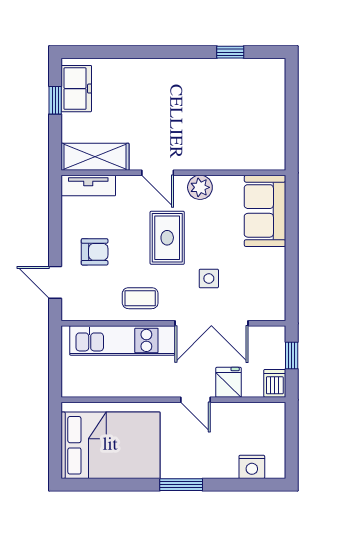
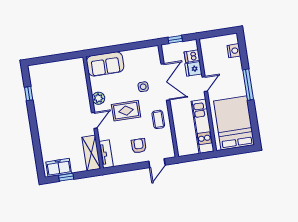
kitchen unit: (122, 340) -> (202, 126), moved, turned 180
dishwasher: (275, 383) -> (192, 56), moved
window: (181, 485) -> (248, 85), width x1.44

